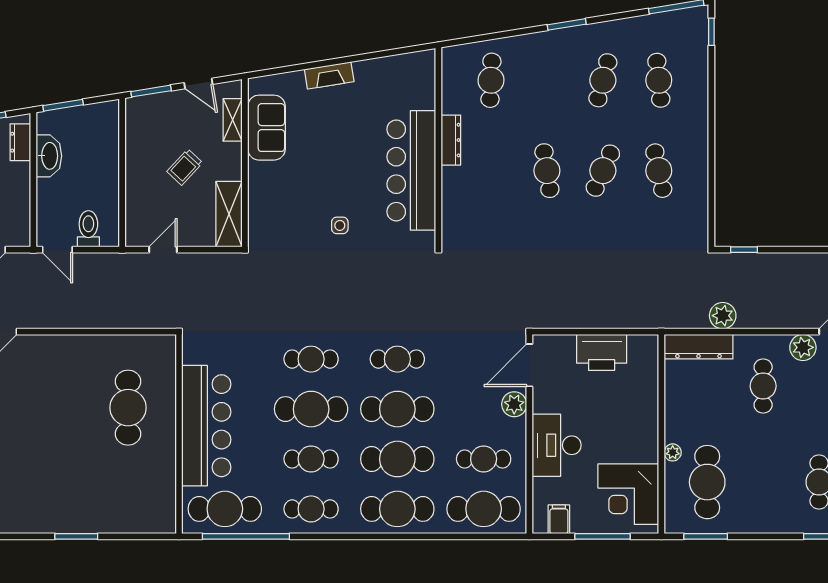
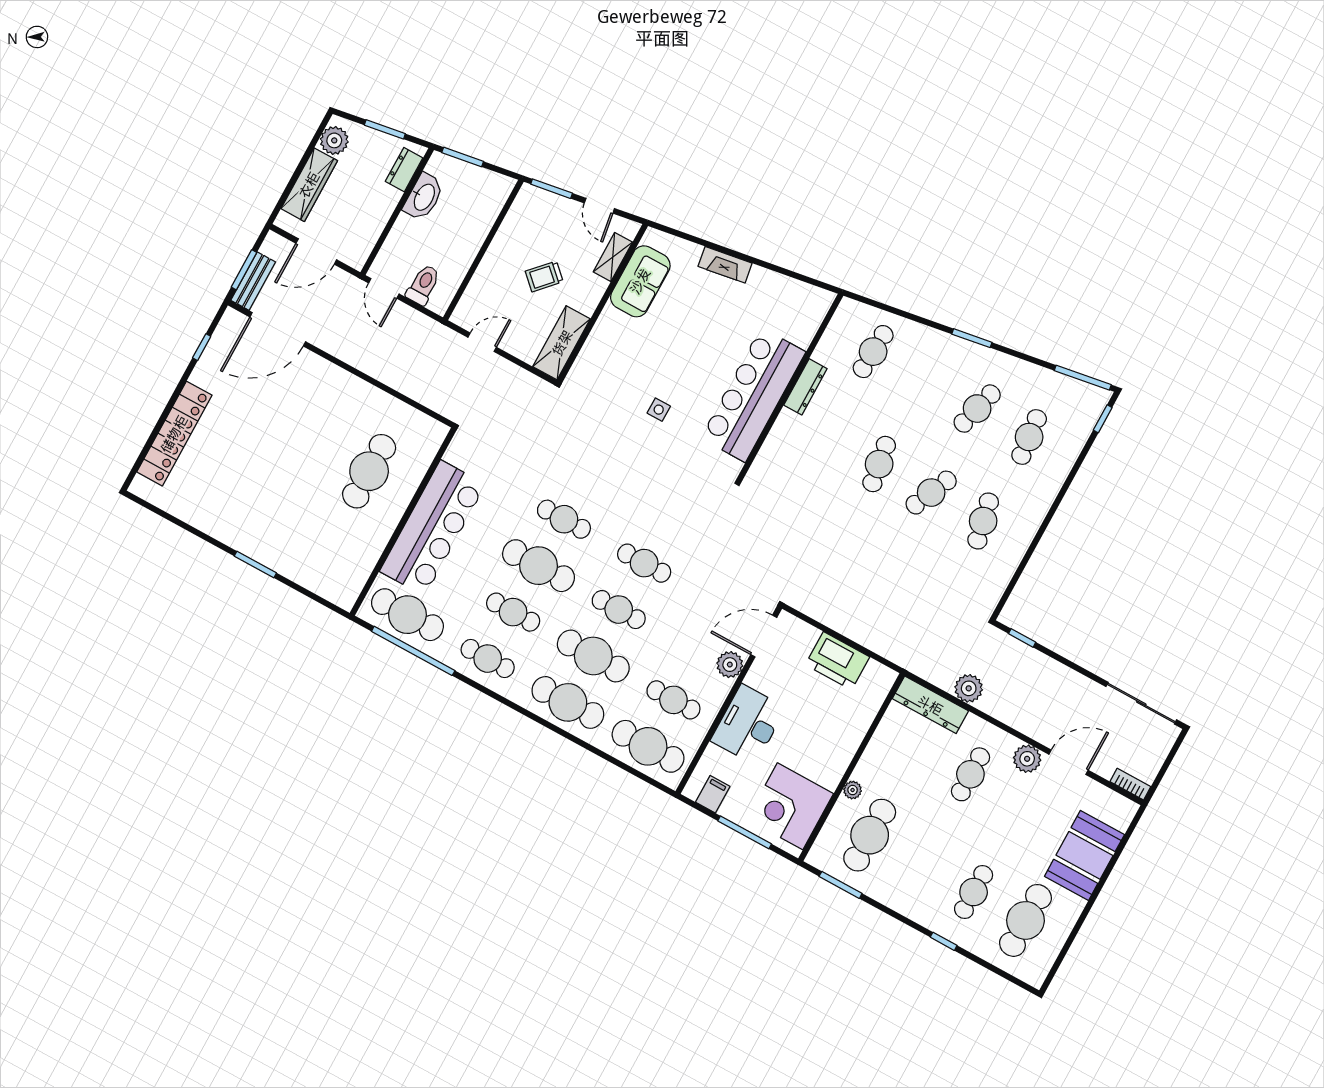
cafe table: (397, 409) -> (619, 610), width x0.73, depth x0.74

